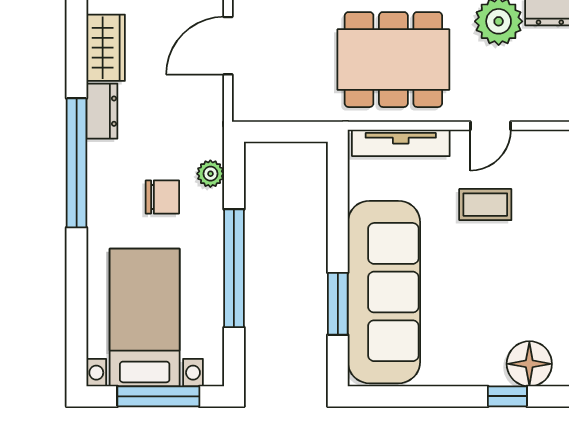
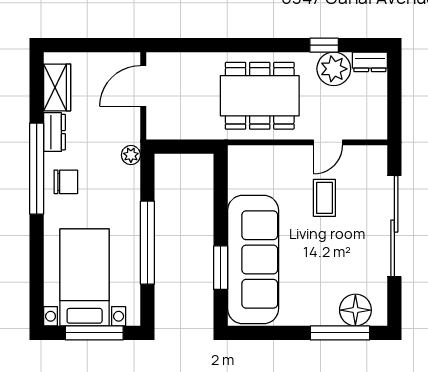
tv unit: (401, 143) -> (265, 155), removed
plant: (210, 174) -> (131, 155), moved
chair: (162, 197) -> (66, 182), moved
coffee table: (485, 205) -> (324, 198), turned 90
window: (507, 396) -> (340, 333), width x2.17

